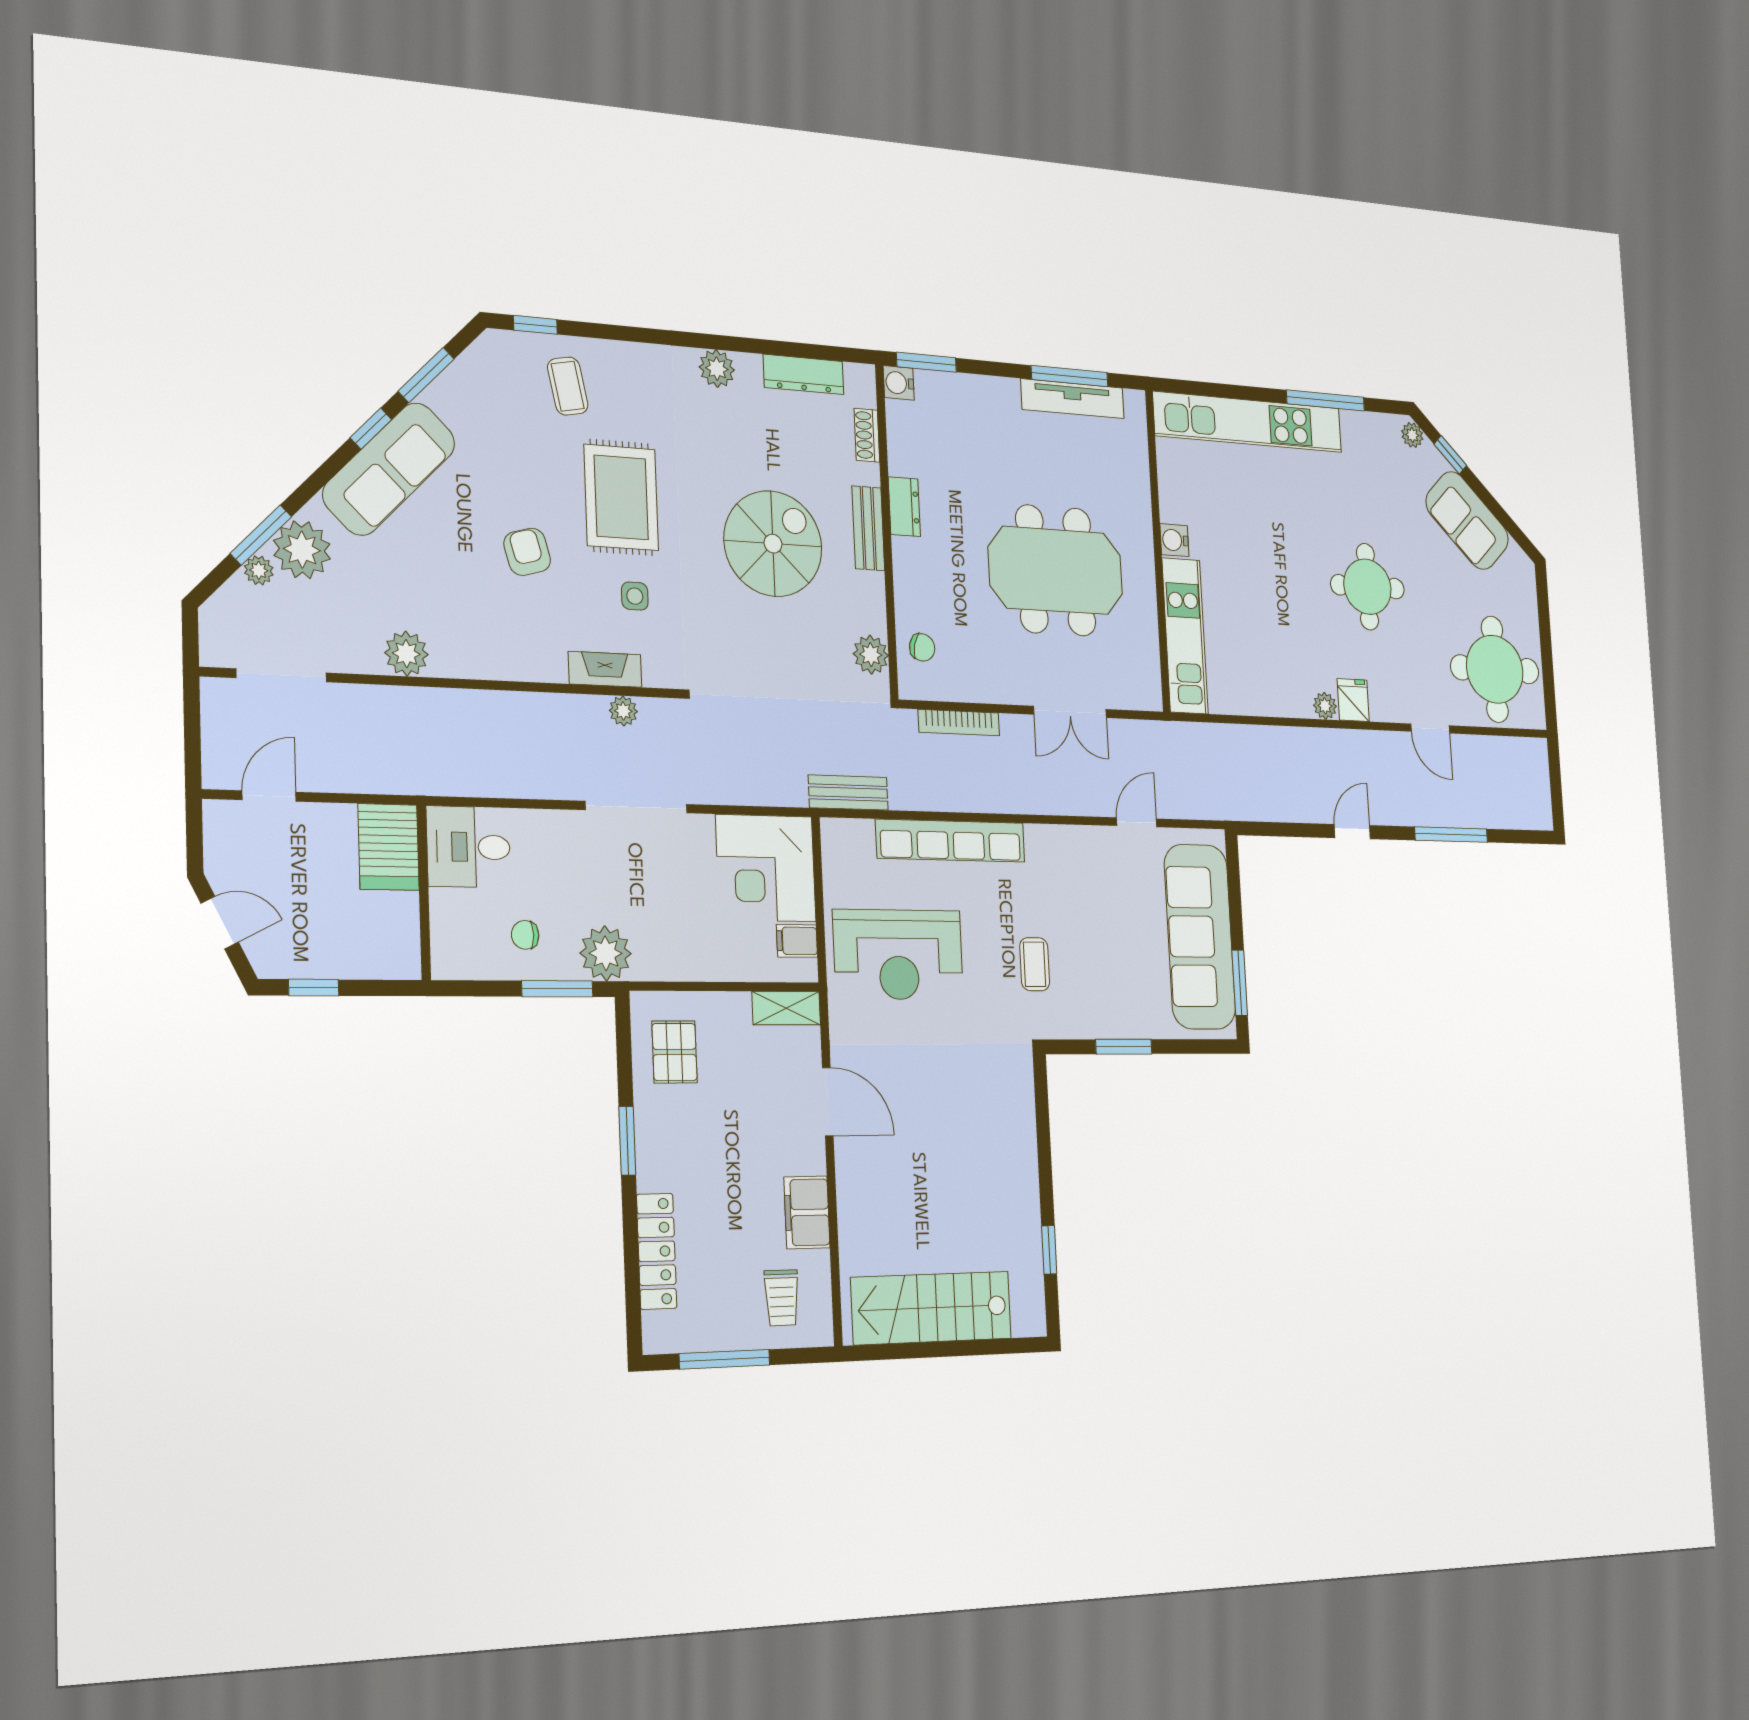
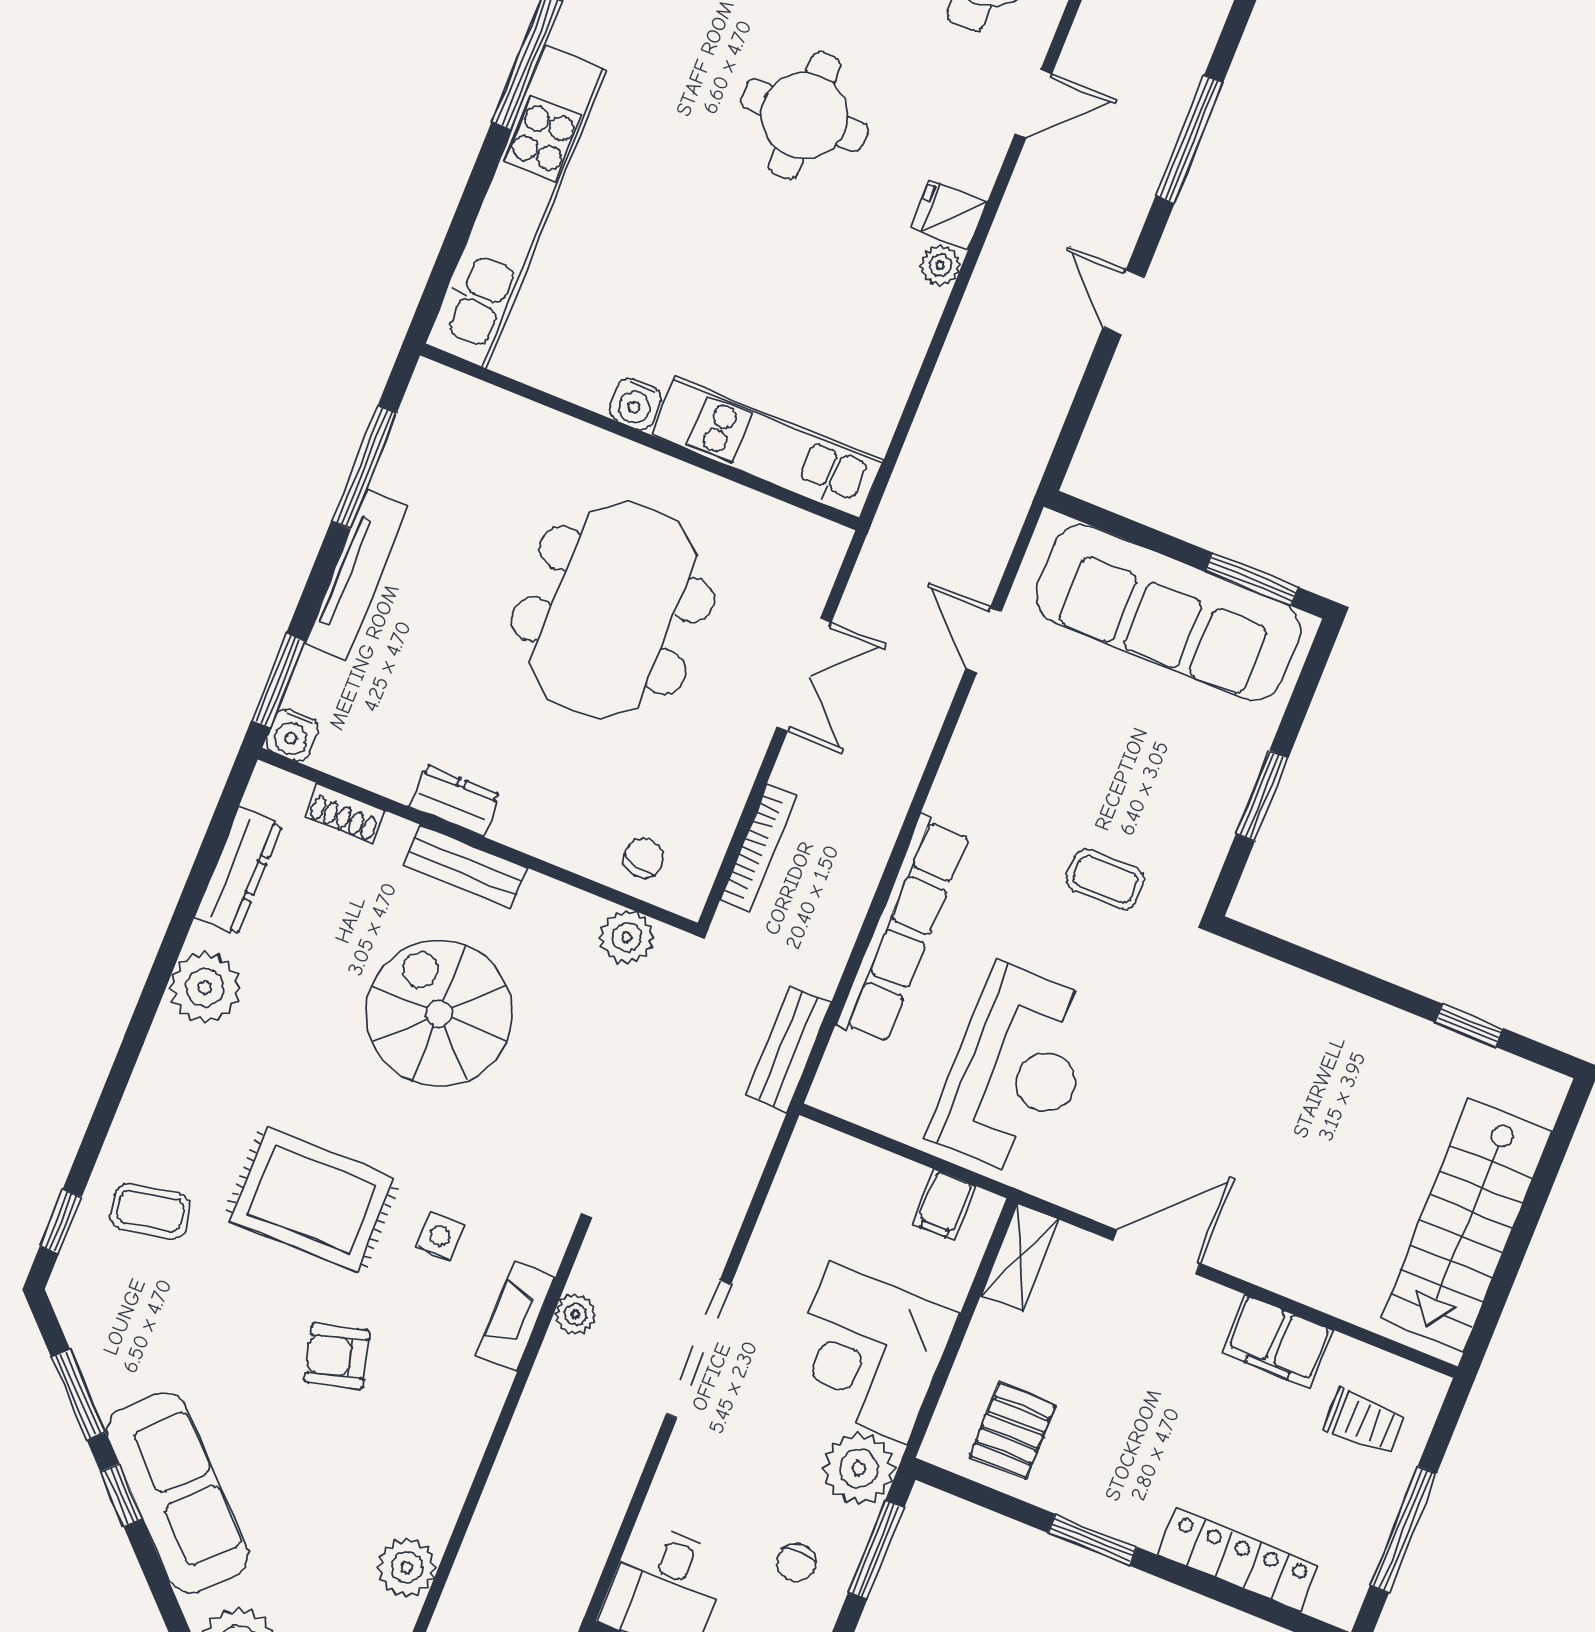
plant: (717, 369) -> (205, 988), width x1.36, depth x1.36
tv unit: (1073, 399) -> (356, 575), moved
corner desk: (766, 868) -> (868, 1352), moved, turned 90
pallet: (675, 1052) -> (1012, 1431), turned 90

